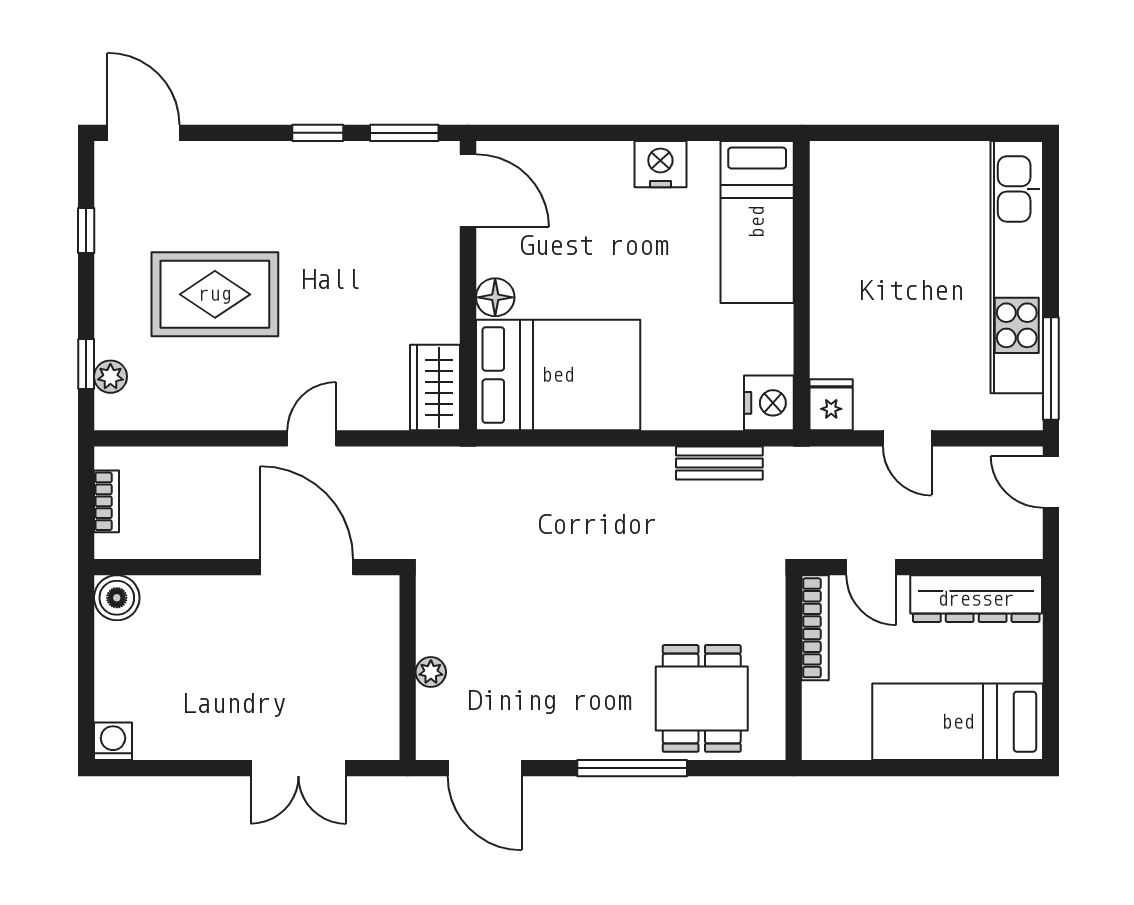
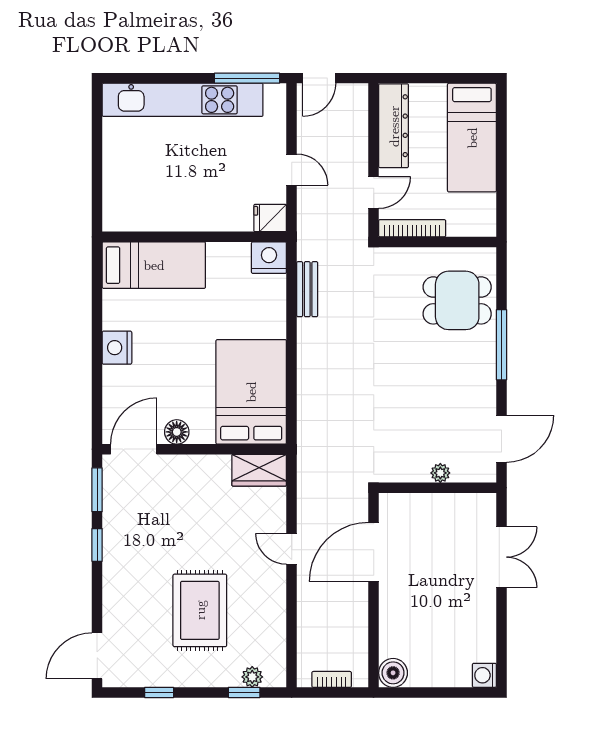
nightstand: (660, 164) -> (117, 348), moved
floor lamp: (495, 297) -> (177, 432), moved
door: (907, 438) -> (292, 170), hinge flipped

